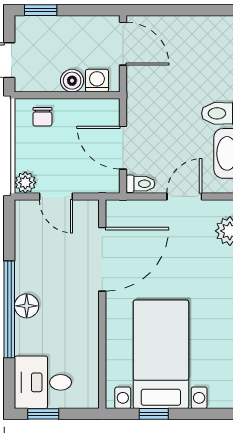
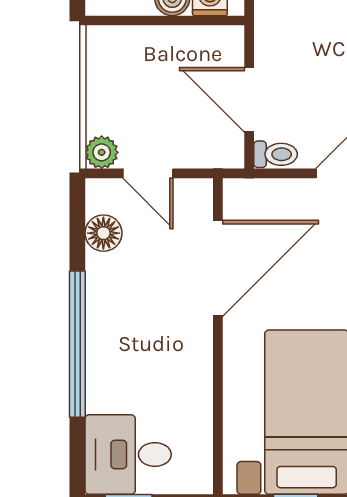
chair: (42, 117) -> (127, 53), removed
floor lamp: (27, 306) -> (103, 233), moved

